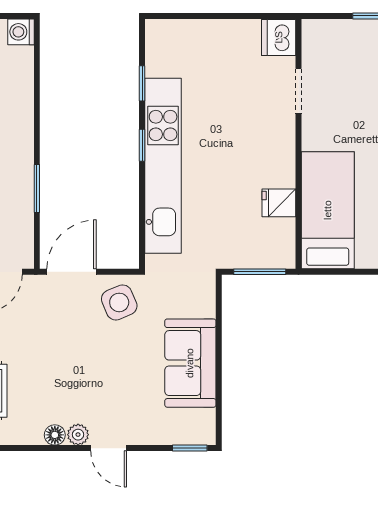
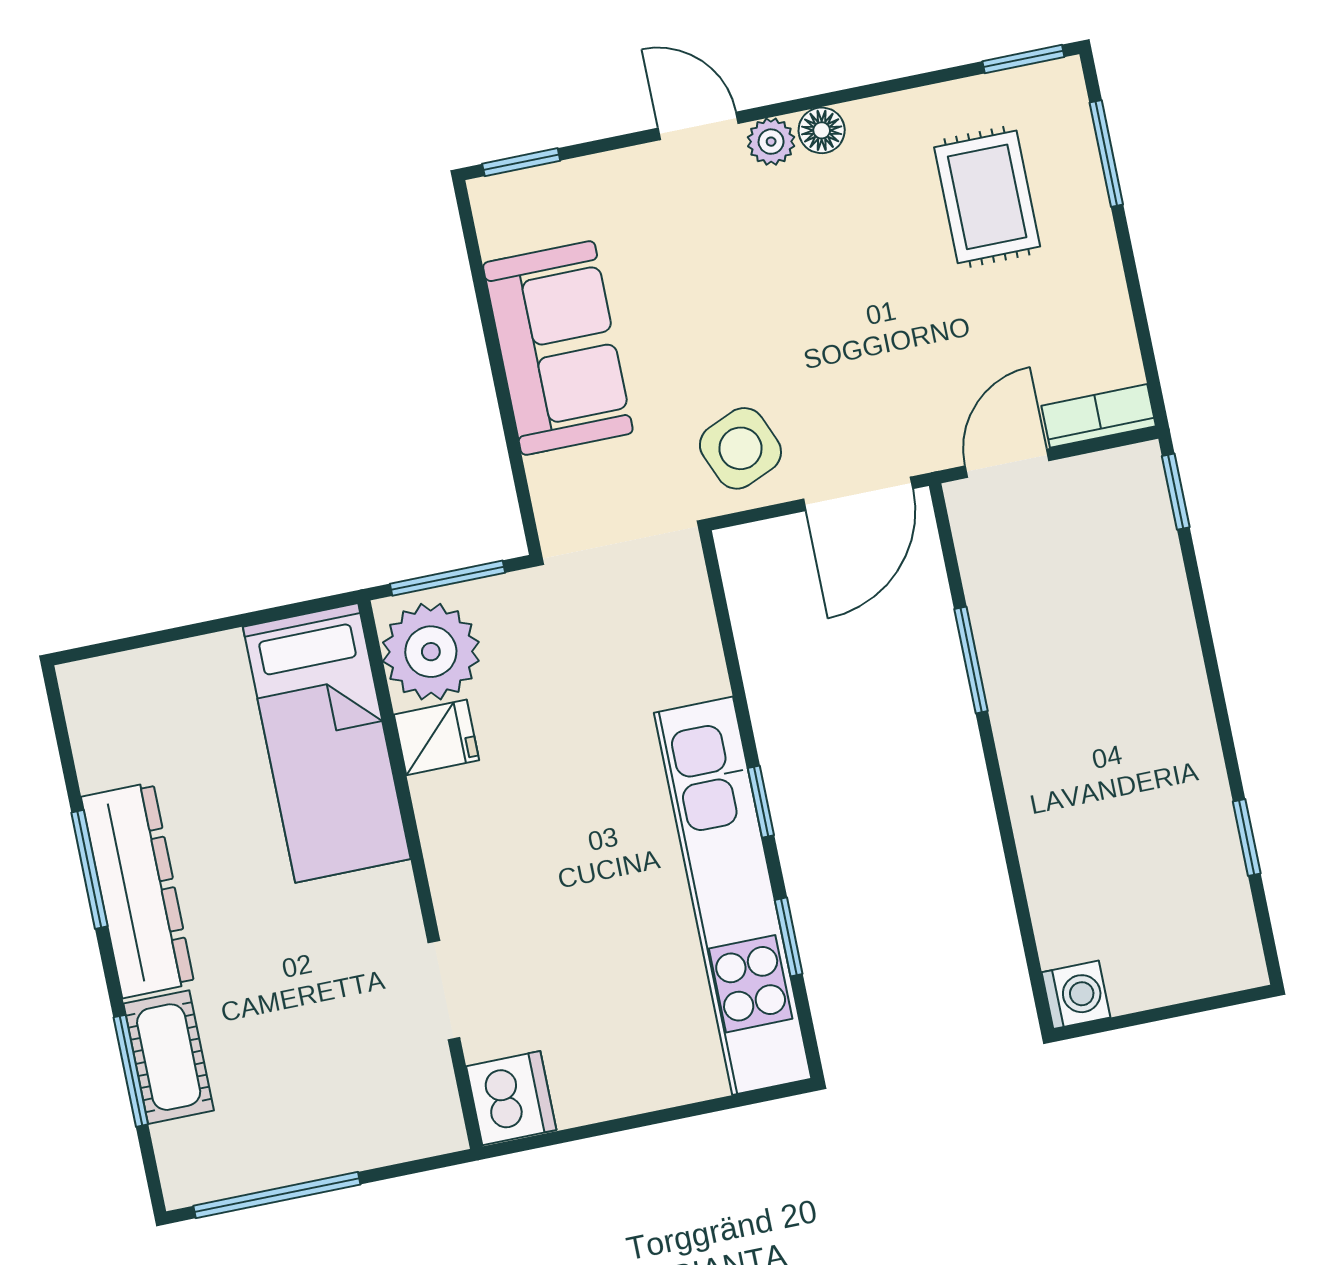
kitchen unit: (163, 166) -> (733, 896), moved
plant: (274, 241) -> (431, 652), added

